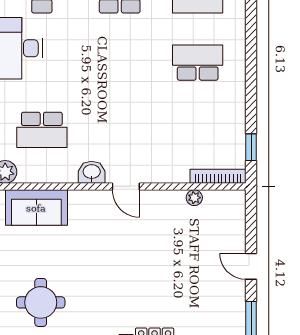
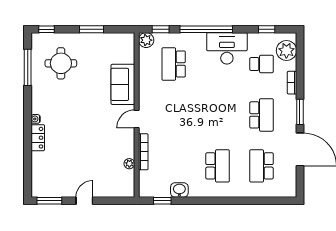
washbasin: (92, 172) -> (179, 190), moved, turned -90
bookcase: (218, 176) -> (143, 152), moved
sofa: (36, 208) -> (123, 84), moved

